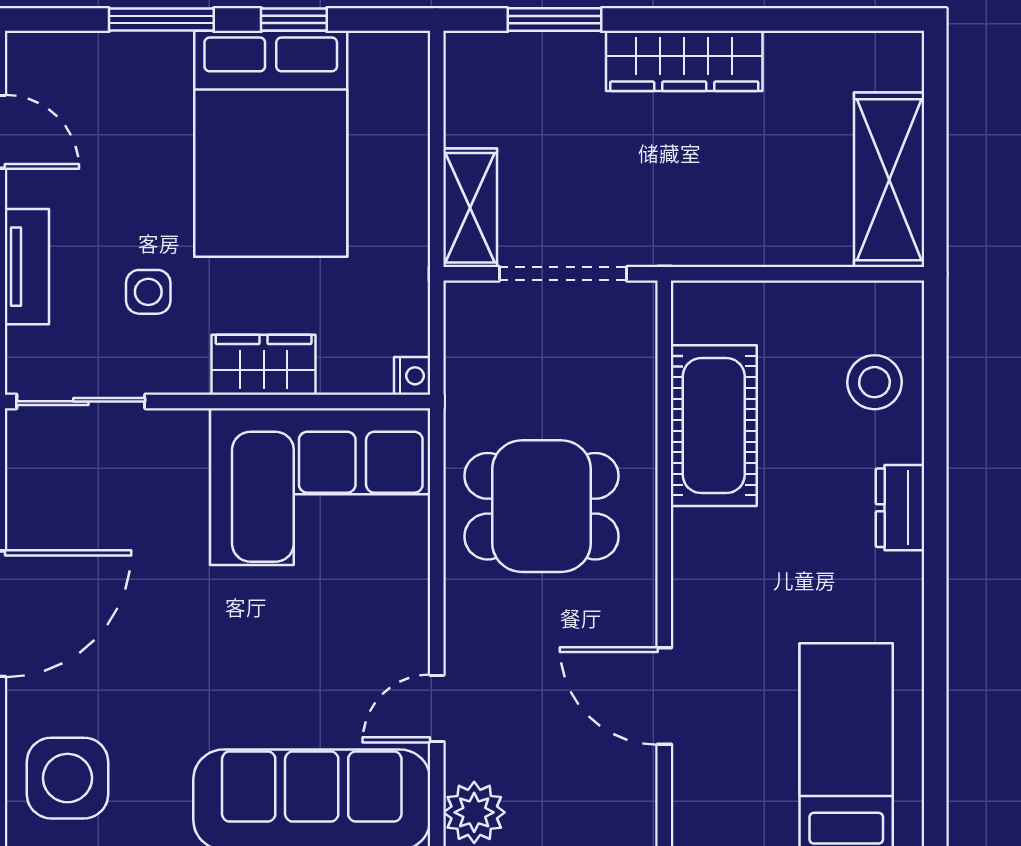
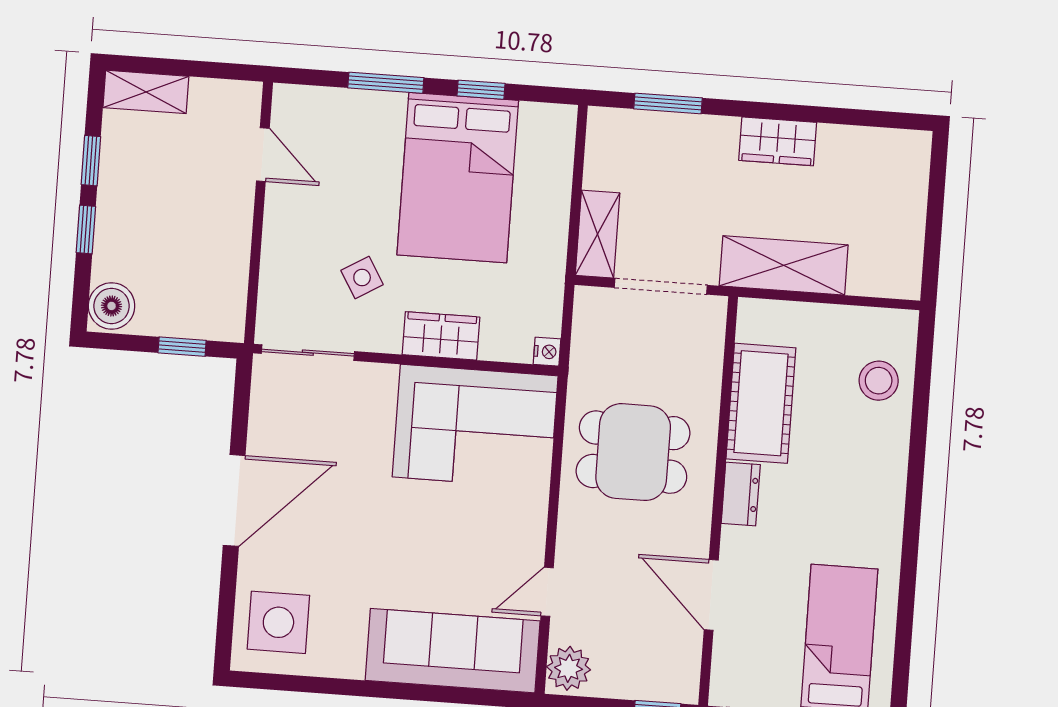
wardrobe: (684, 61) -> (778, 141), width x0.67
shelving: (889, 180) -> (784, 265), moved, turned 90
tv unit: (27, 267) -> (276, 253), removed
side table: (148, 292) -> (362, 277), turned -31
dresser: (900, 508) -> (741, 494), moved, turned 180

